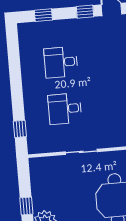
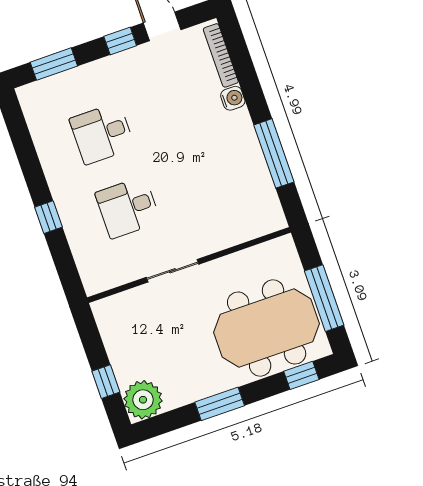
window: (43, 15) -> (54, 64), width x1.50
window: (20, 129) -> (49, 217), moved

